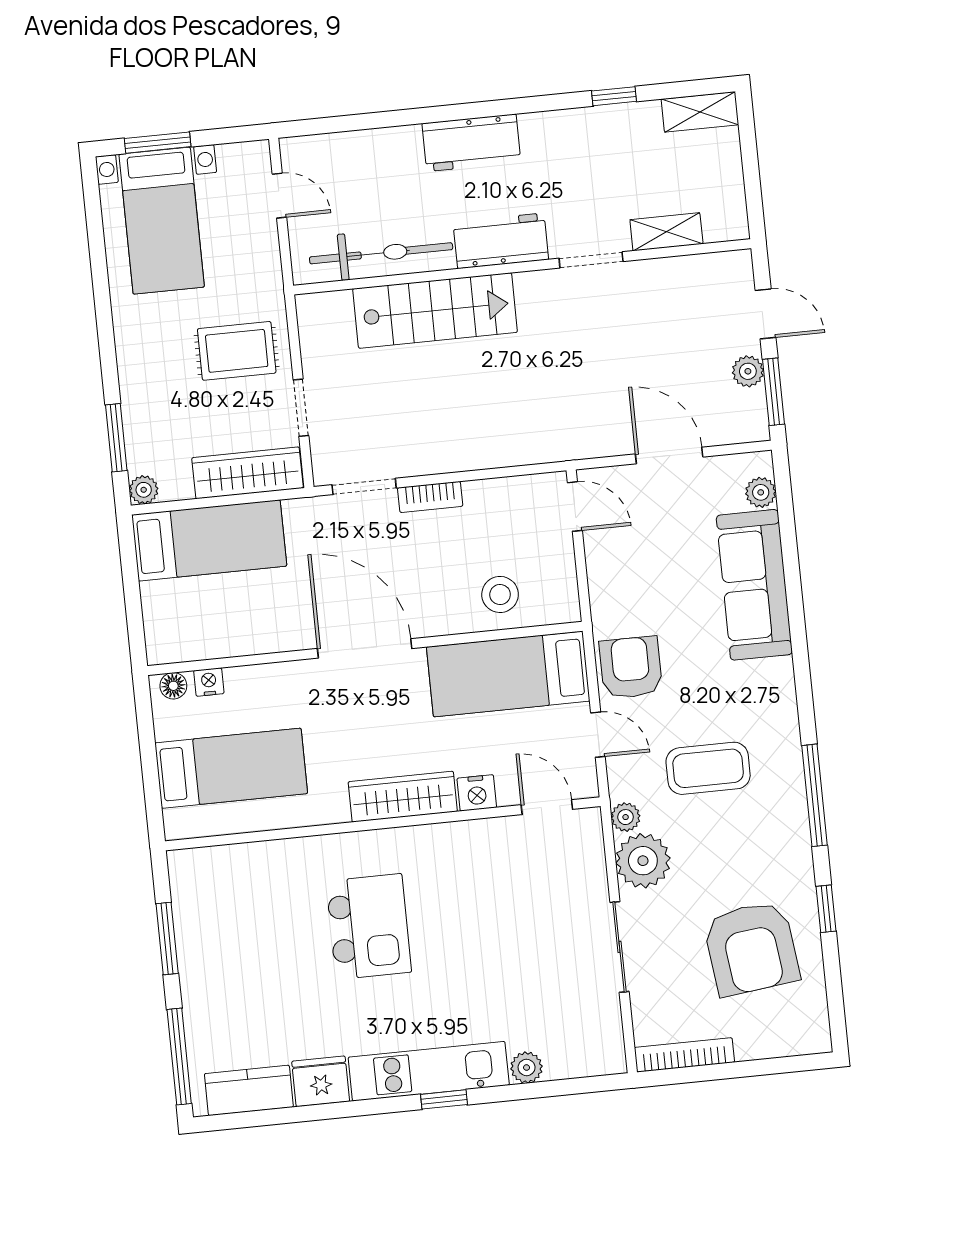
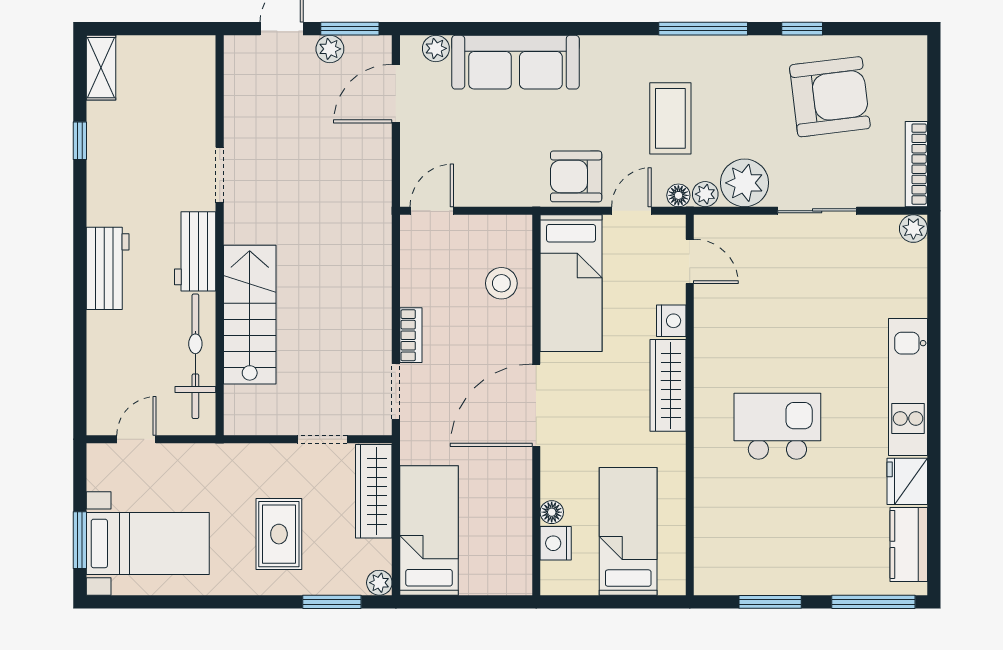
shelving: (666, 232) -> (202, 107), removed
rug: (237, 351) -> (279, 534), moved
door: (669, 455) -> (396, 94), moved
nightstand: (209, 682) -> (556, 543), width x1.39, depth x1.35
floor lamp: (173, 686) -> (552, 512), moved
floor lamp: (621, 787) -> (678, 195), added
door: (547, 807) -> (690, 261), swing flipped
plant: (527, 1067) -> (913, 229), moved
window: (444, 1099) -> (934, 376), removed

